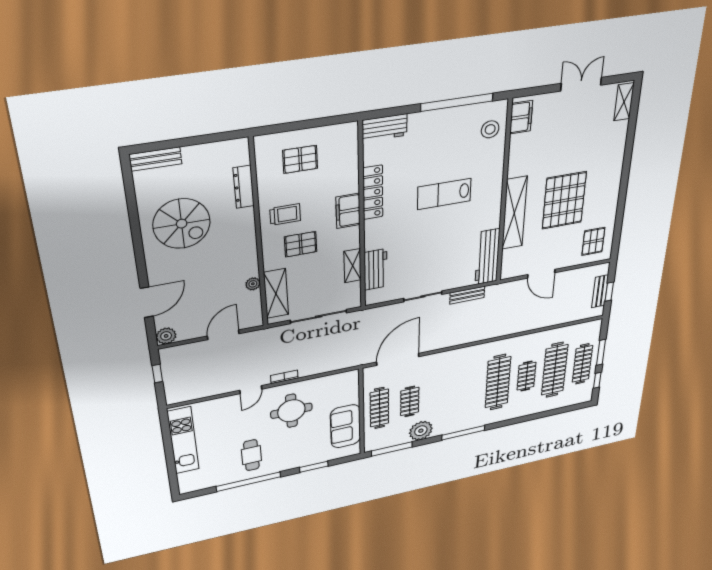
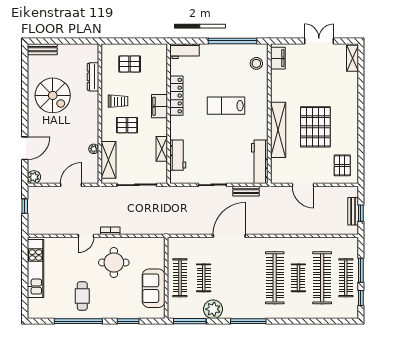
door: (398, 359) -> (229, 236), moved

